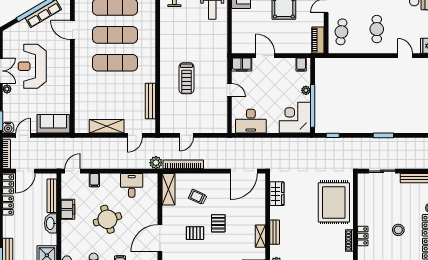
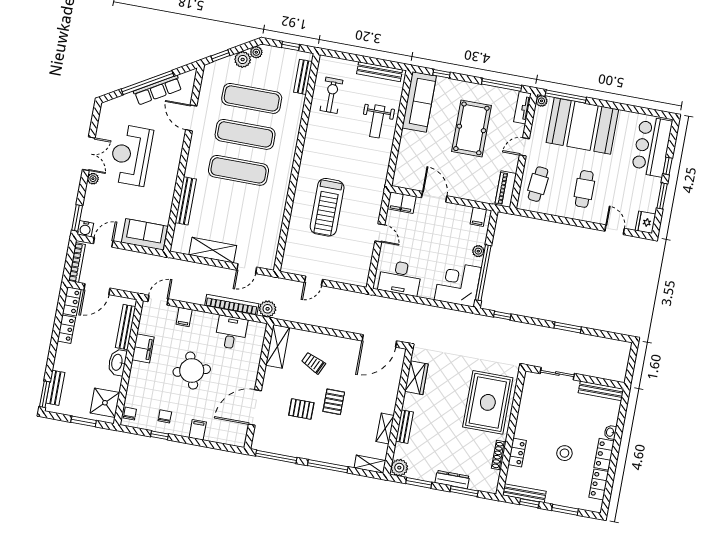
treadmill: (186, 78) -> (327, 207), width x1.37, depth x1.38
bench: (150, 101) -> (186, 201), moved
bookcase: (183, 164) -> (232, 305), moved

